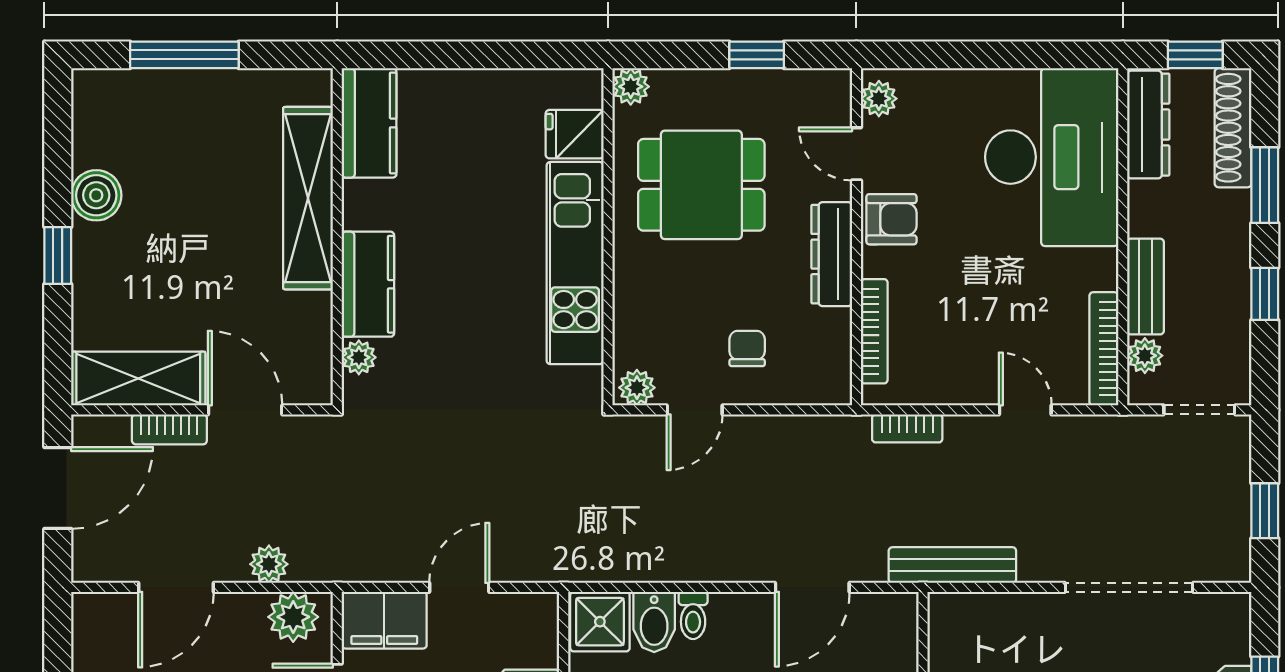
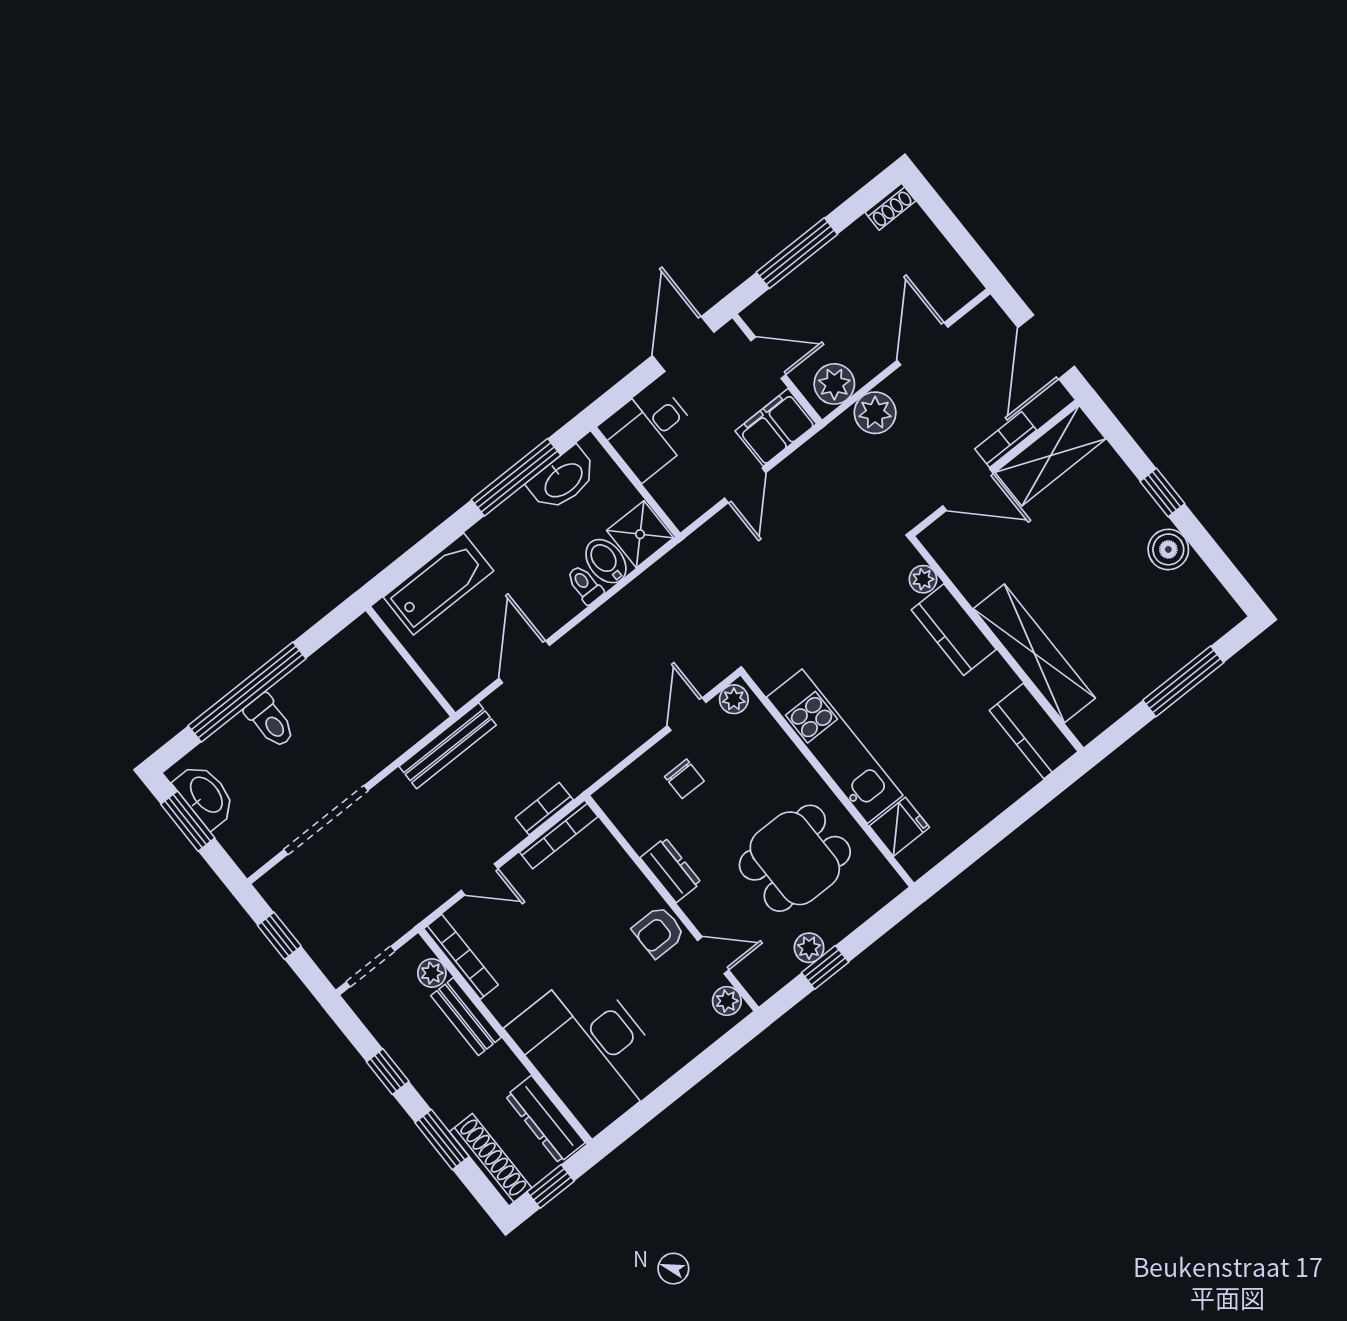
plant: (631, 87) -> (809, 948), moved
dresser: (832, 254) -> (671, 870), width x0.70
bookcase: (874, 331) -> (559, 834), moved, turned -90
plant: (269, 564) -> (875, 413), width x1.38, depth x1.38

